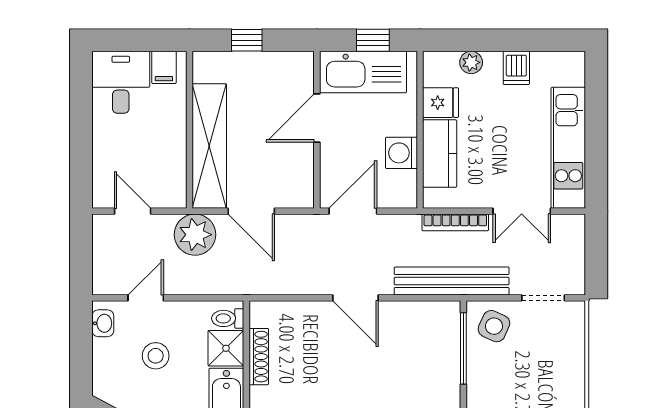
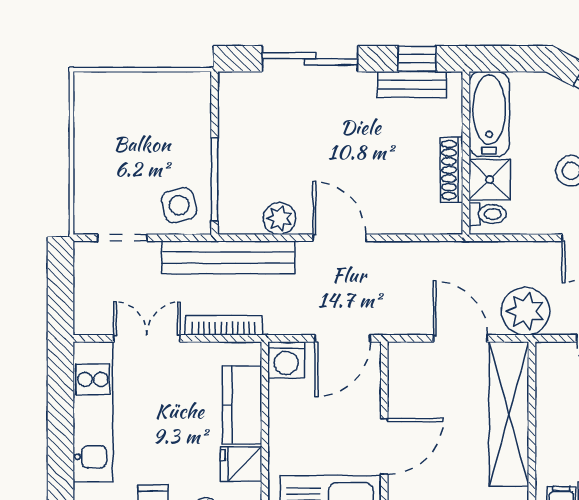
washing machine: (401, 153) -> (286, 360), moved, turned 90
plant: (407, 315) -> (279, 219), added
side table: (494, 326) -> (179, 205), turned -38

